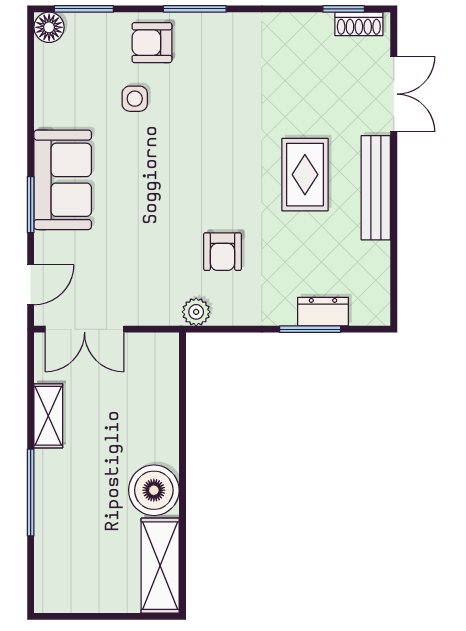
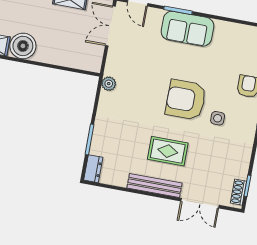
side table: (135, 99) -> (218, 118), moved
armchair: (223, 252) -> (186, 100), moved, width x1.88, depth x1.88
dresser: (323, 312) -> (93, 169), moved

